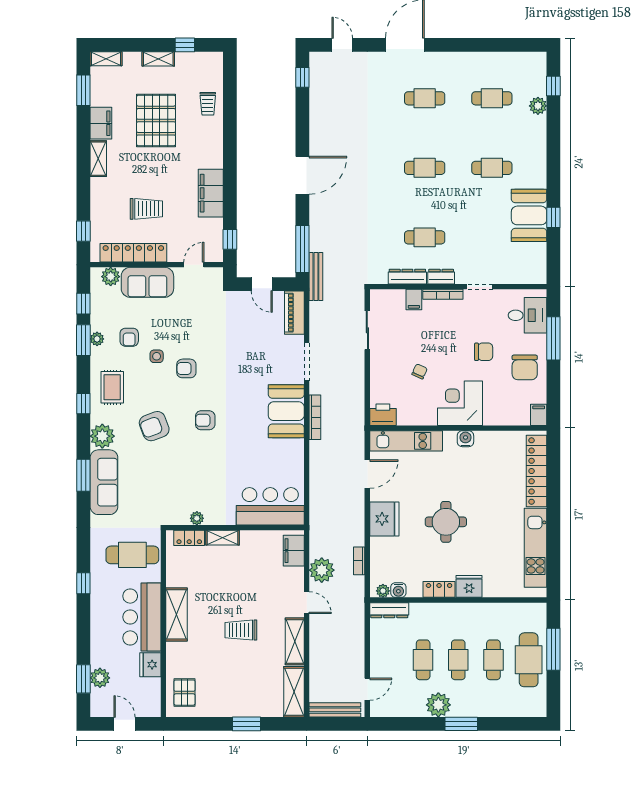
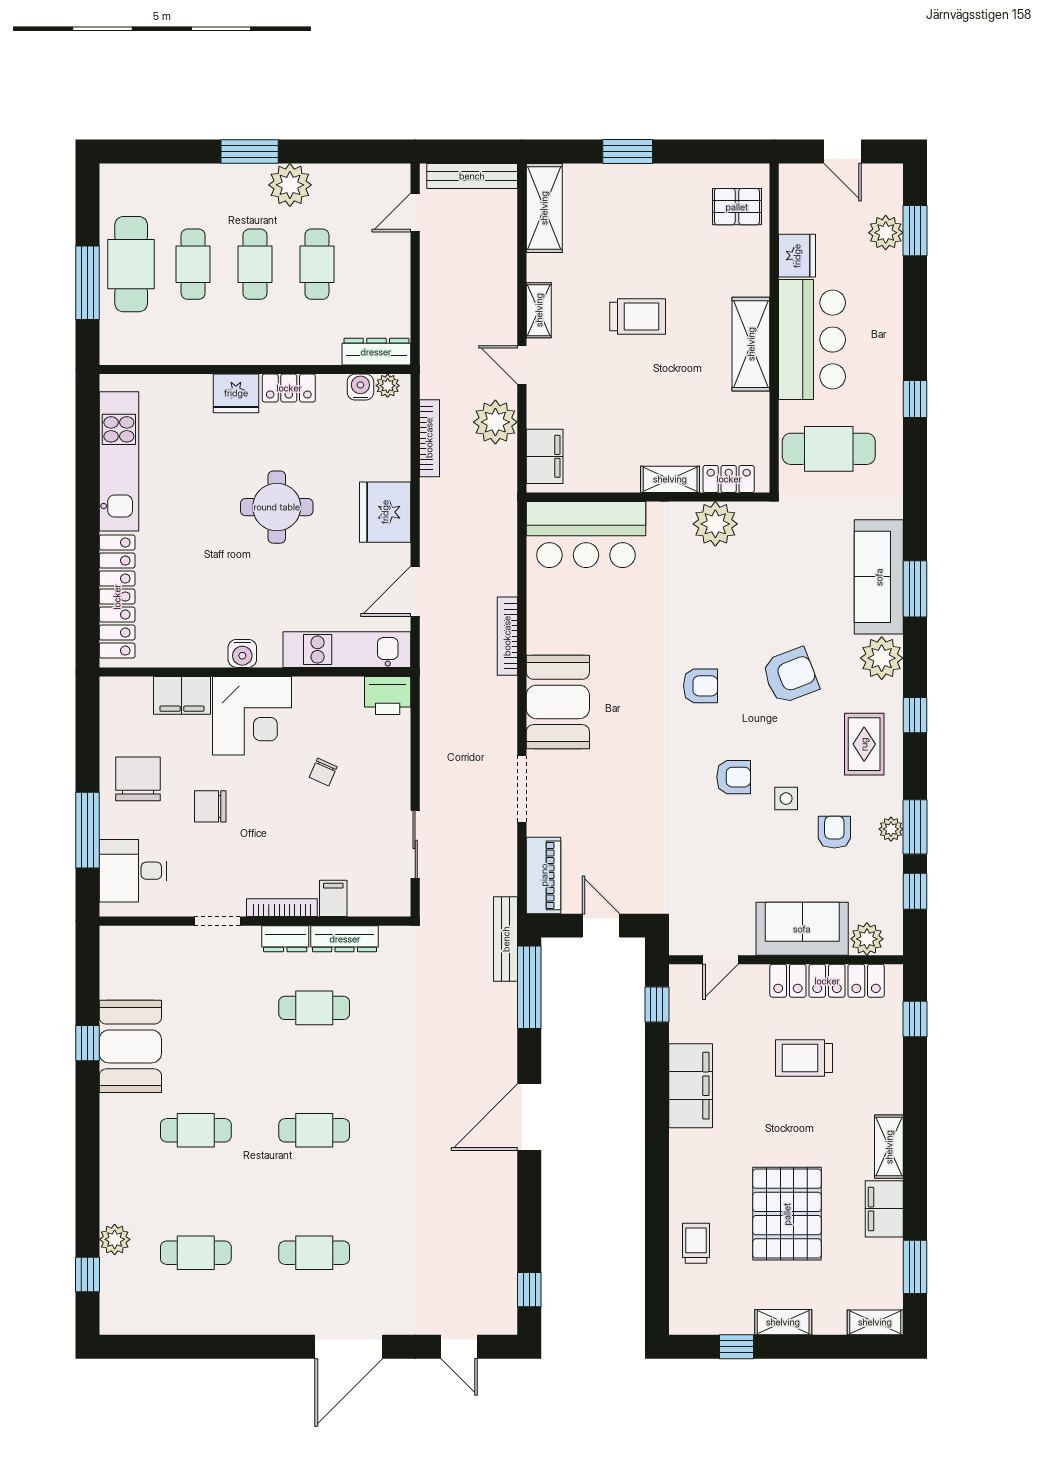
filing cabinet: (539, 415) -> (182, 695), moved, width x2.00
bookcase: (315, 417) -> (507, 636), moved
plant: (197, 518) -> (715, 524), width x1.88, depth x1.88
bookcase: (359, 561) -> (429, 438), width x1.56
shelving: (295, 641) -> (539, 310), width x0.67, depth x0.75
pallet: (184, 693) -> (737, 207), turned 90

